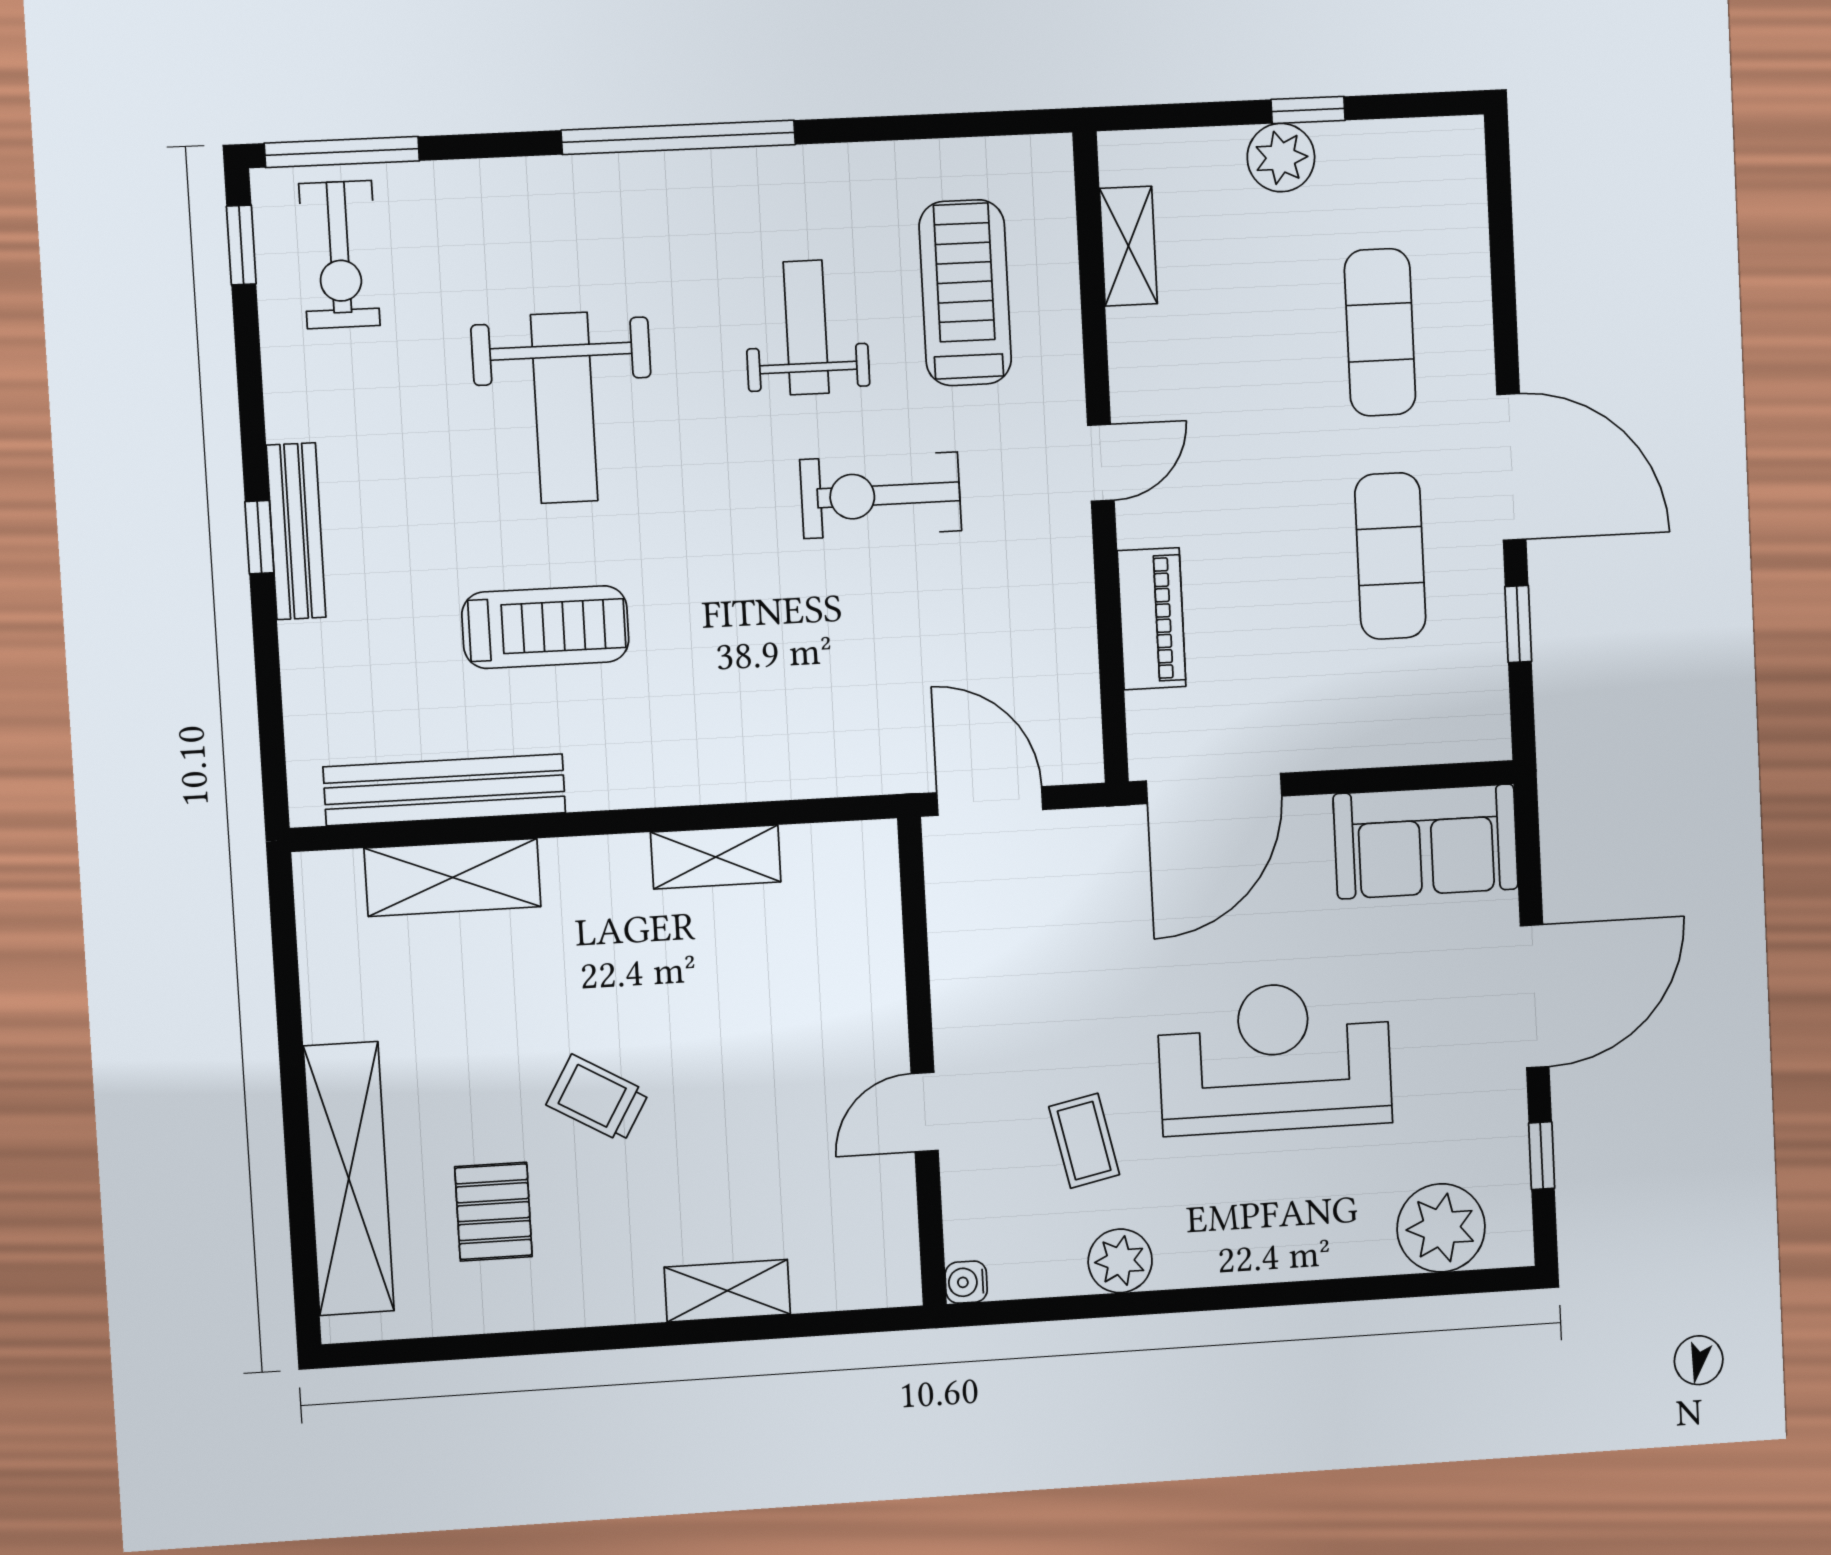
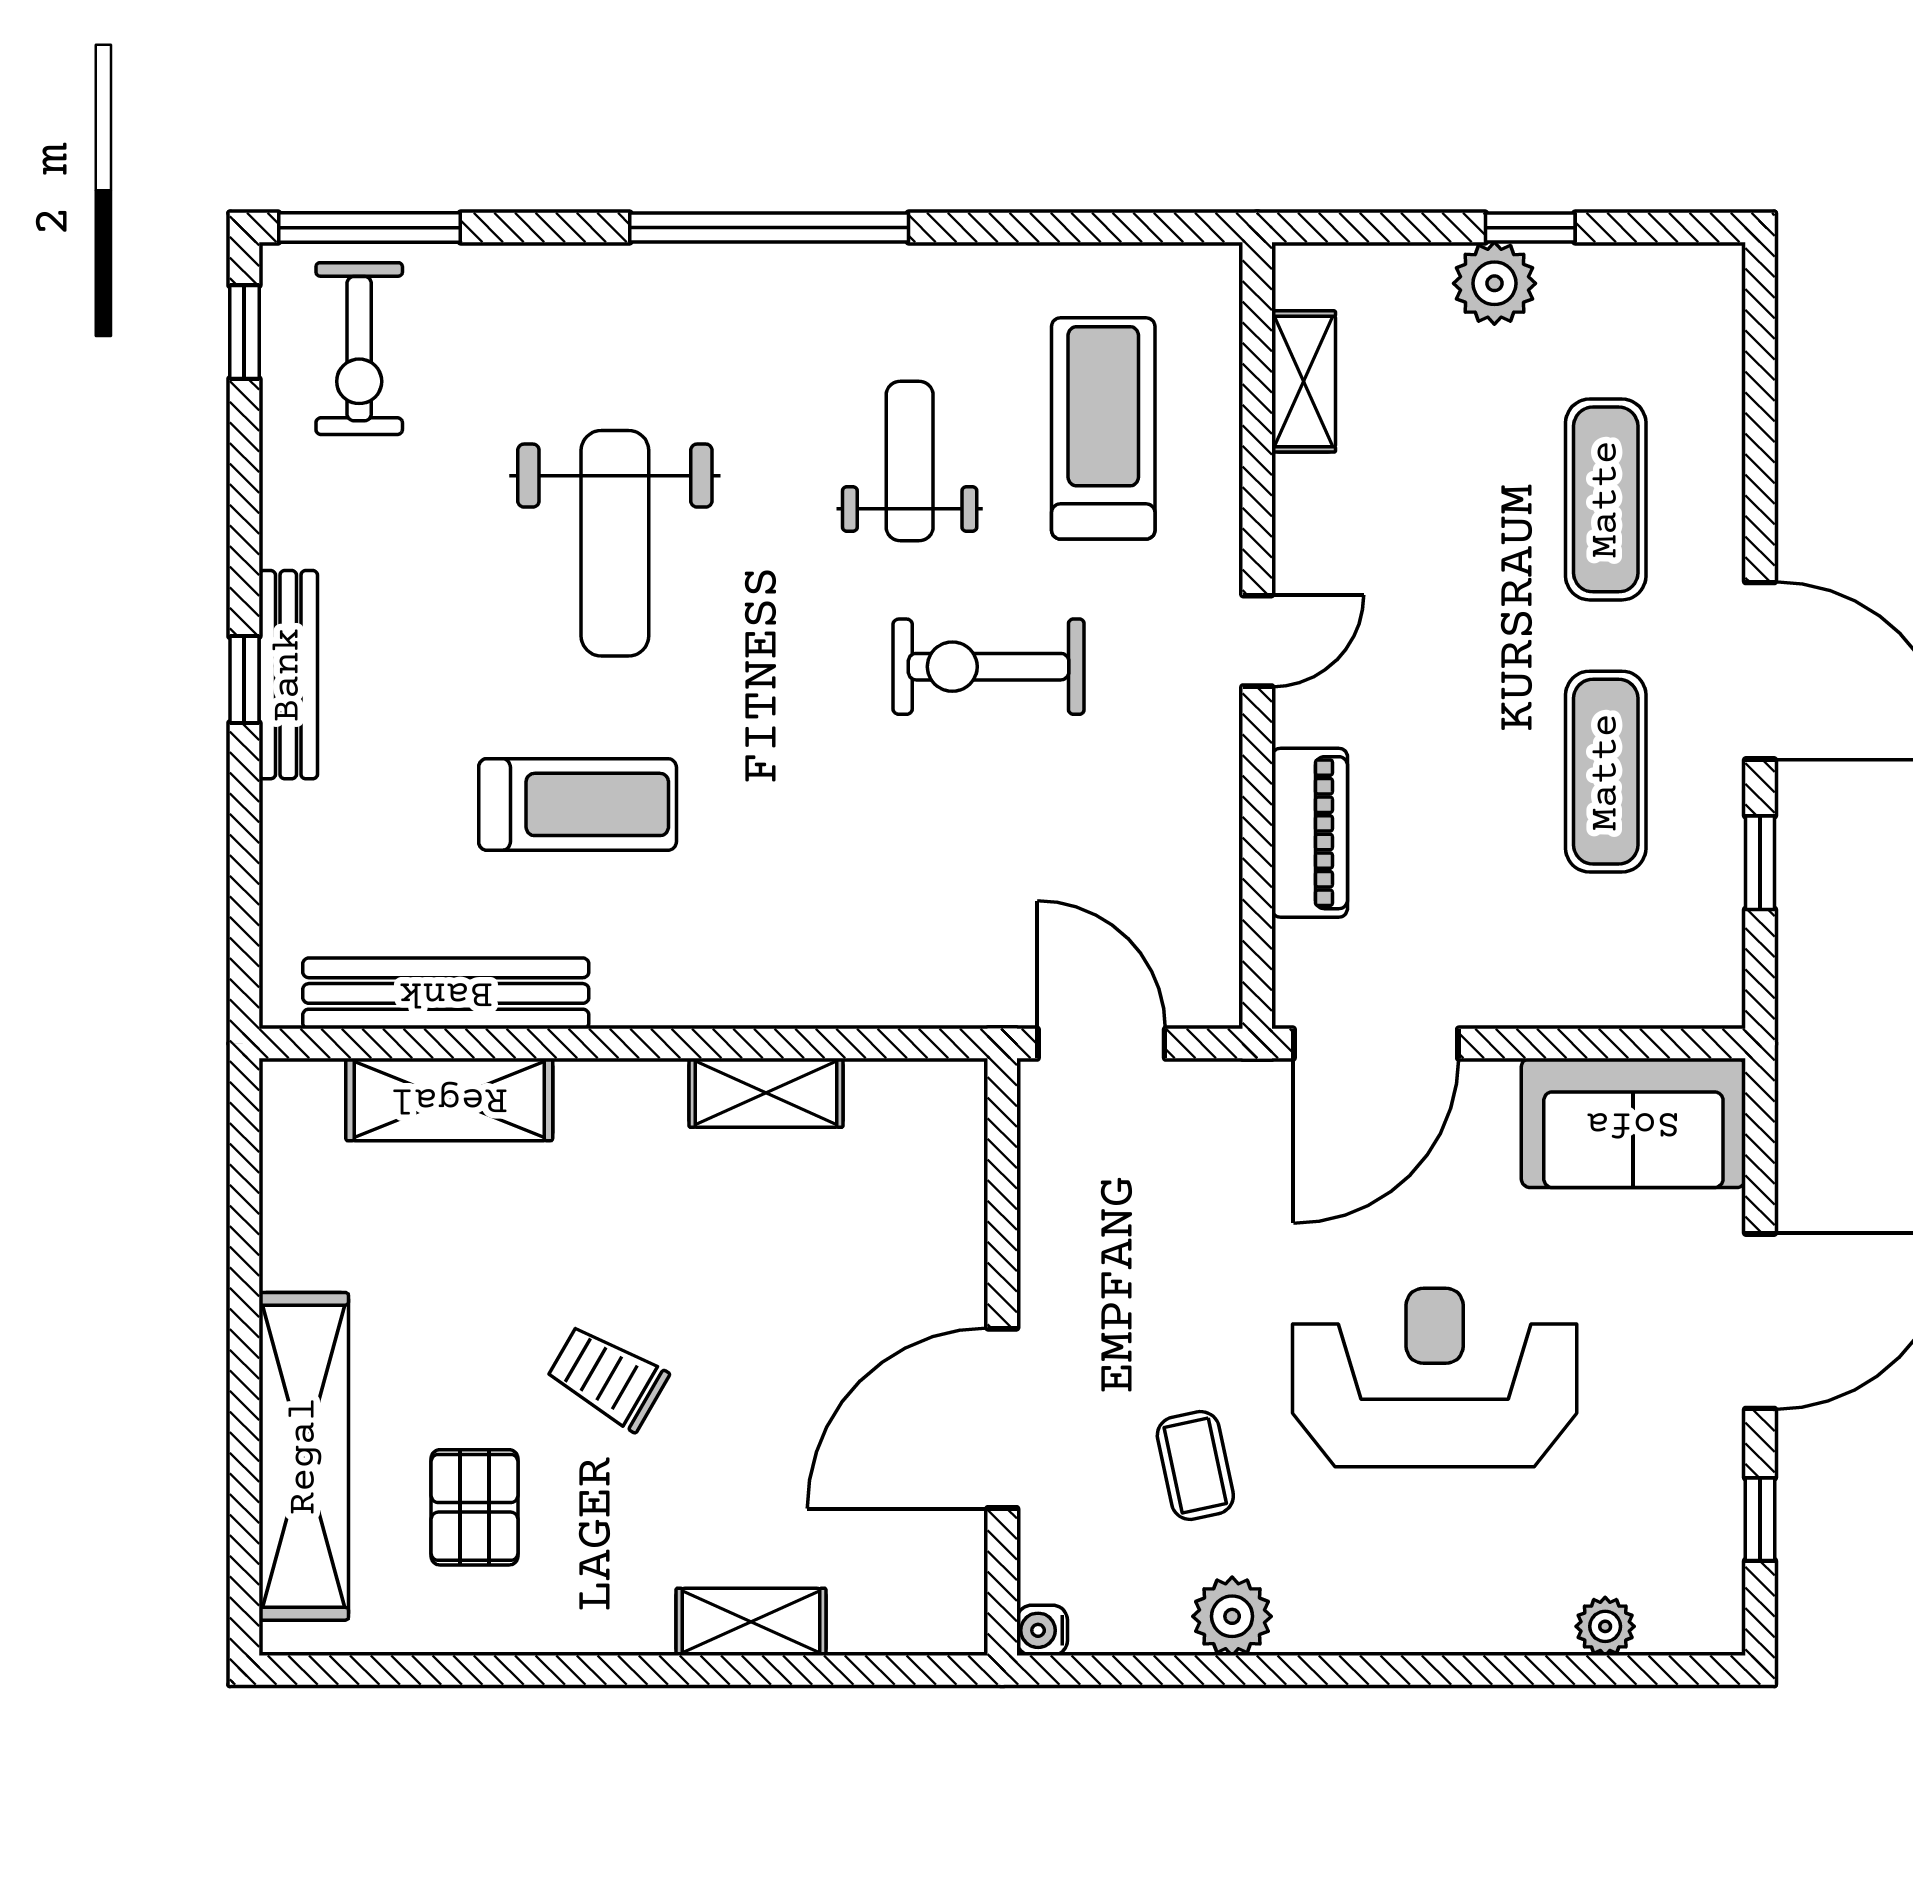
door: (925, 1112) -> (1002, 1418), width x1.88
plant: (1441, 1228) -> (1605, 1626), width x0.53, depth x0.53

